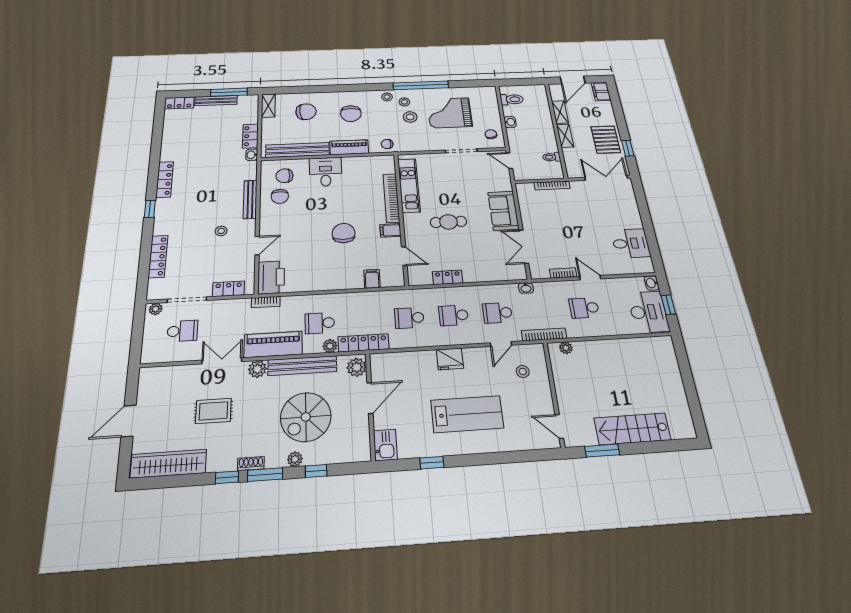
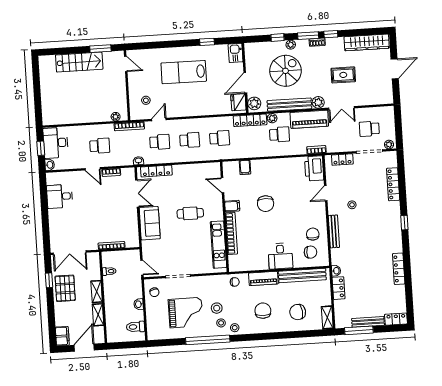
locker: (165, 179) -> (399, 269), moved
locker: (448, 277) -> (156, 171), moved, width x1.53
fridge: (450, 359) -> (238, 102), moved, turned -90

